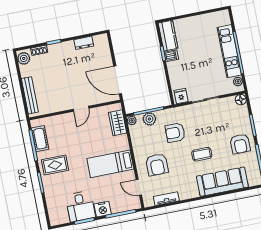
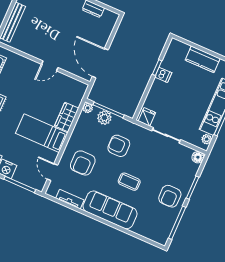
kitchen counter: (168, 36) -> (203, 59), moved, turned 90
wardrobe: (118, 123) -> (67, 117), moved
sofa: (222, 182) -> (110, 210), moved

